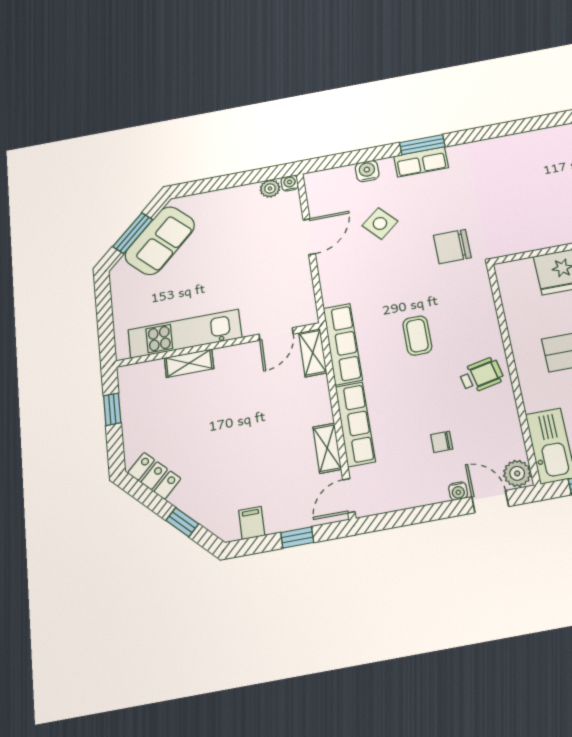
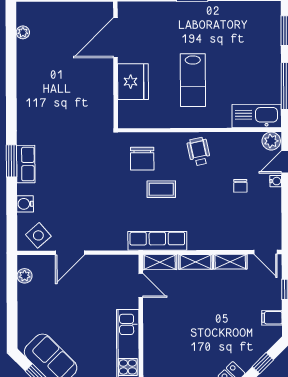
water cooler: (290, 183) -> (23, 261), removed
side table: (380, 223) -> (38, 235), moved
door: (309, 237) -> (70, 253), swing flipped
chair: (452, 246) -> (142, 159), moved
shelving: (189, 363) -> (196, 262), moved, turned 90
row of seats: (355, 424) -> (217, 241), removed

